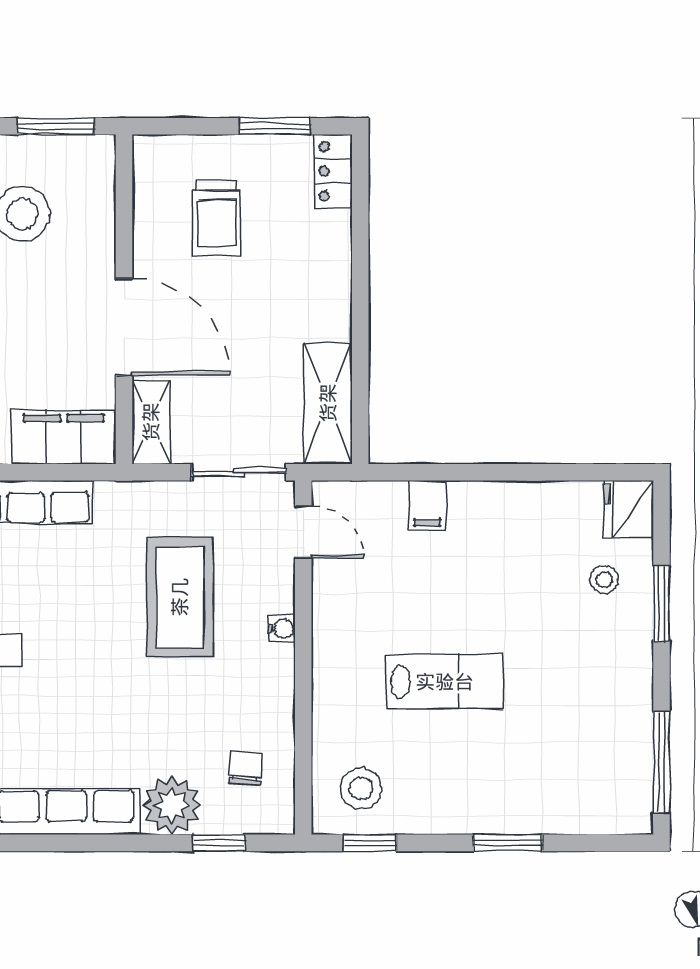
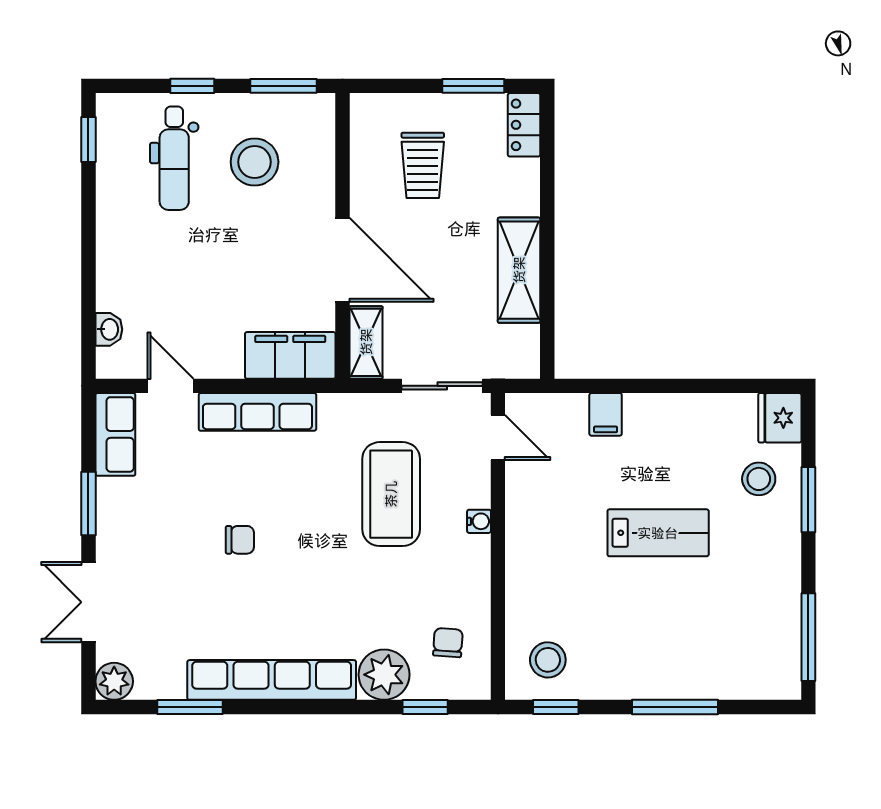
shelving: (328, 403) -> (519, 270), moved
stool: (604, 580) -> (759, 479), width x1.37, depth x1.37
lab bench: (445, 682) -> (658, 533), moved
window: (508, 843) -> (675, 707), width x1.44

